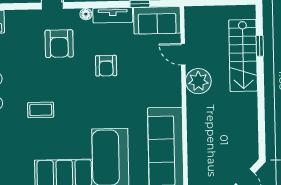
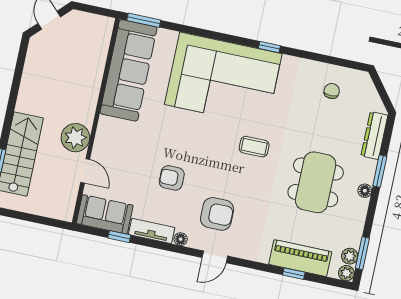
armchair: (59, 44) -> (217, 214), turned 90
armchair: (106, 66) -> (172, 178), turned -90

